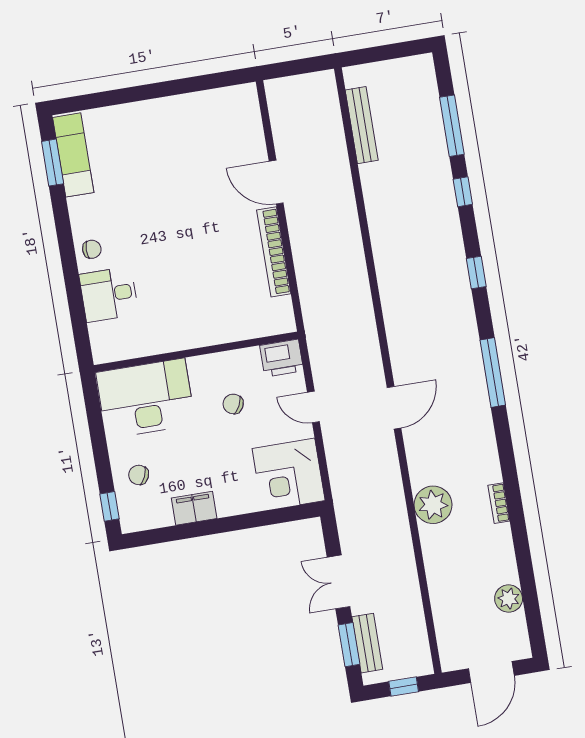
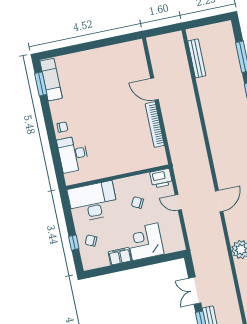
desk: (109, 294) -> (73, 154), width x1.37
corner desk: (289, 474) -> (145, 242), moved, turned 90
window: (110, 506) -> (74, 243), moved

